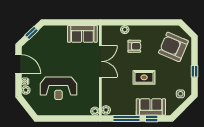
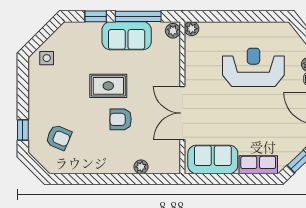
row of seats: (56, 31) -> (258, 165), added
armchair: (134, 46) -> (121, 119), moved
armchair: (173, 47) -> (59, 137), width x0.53, depth x0.53
window: (195, 71) -> (23, 130), moved
sofa: (151, 107) -> (127, 36), moved

